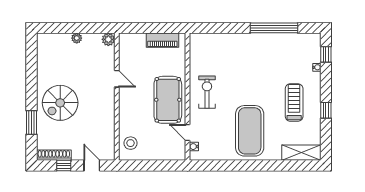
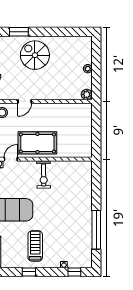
piano: (162, 40) -> (86, 139), removed
door: (117, 79) -> (25, 101), moved
exercise bike: (207, 92) -> (44, 175), turned 89
treadmill: (294, 102) -> (35, 246), turned -90

